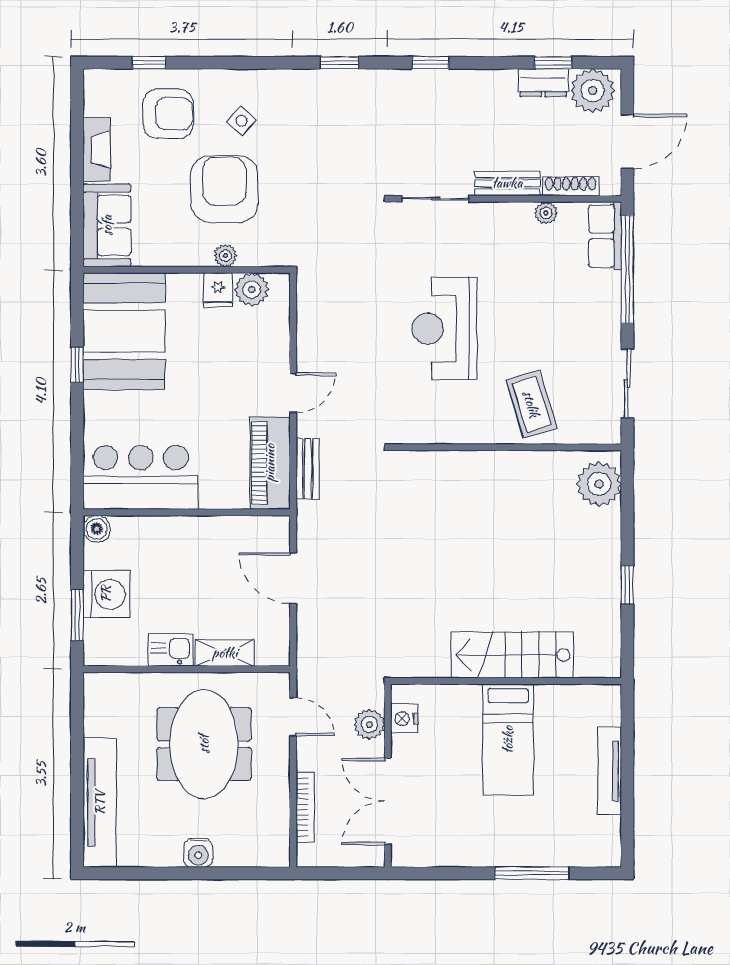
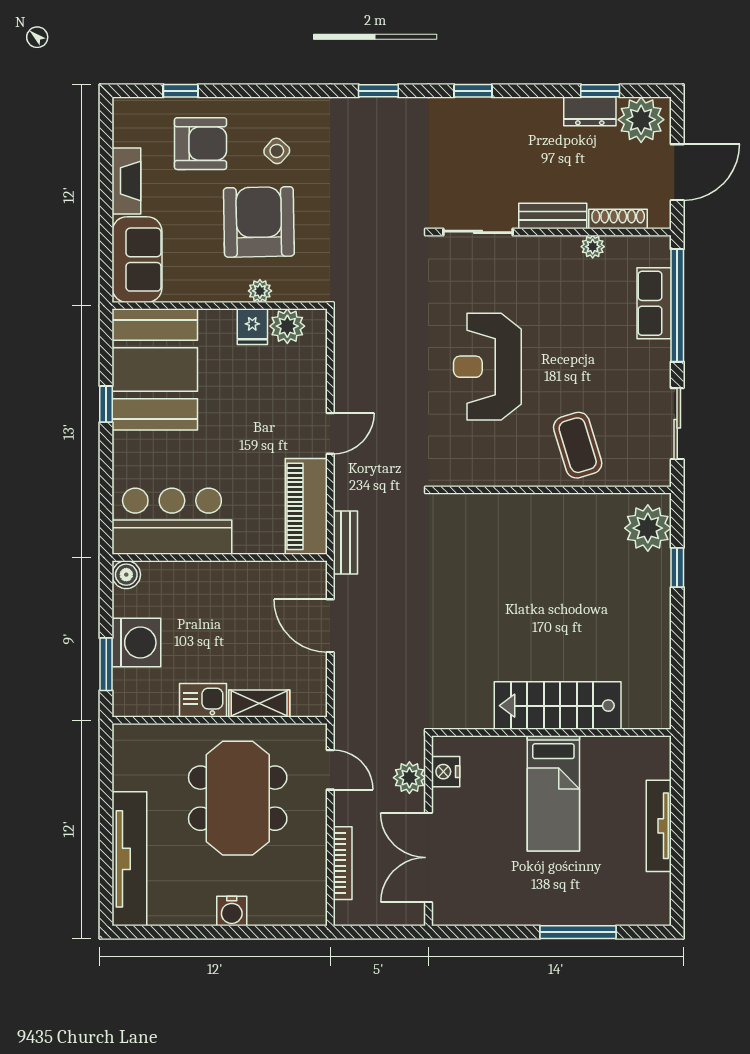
row of seats: (605, 236) -> (654, 303), moved
bench: (308, 469) -> (345, 542), moved
window: (627, 585) -> (677, 568), moved

